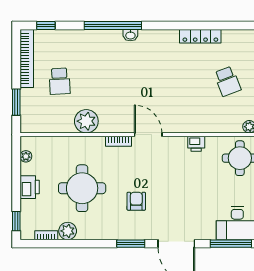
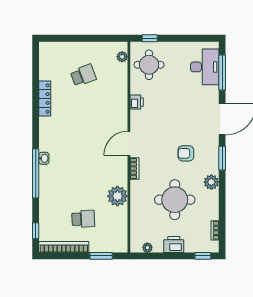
plant: (68, 231) -> (211, 182), moved

